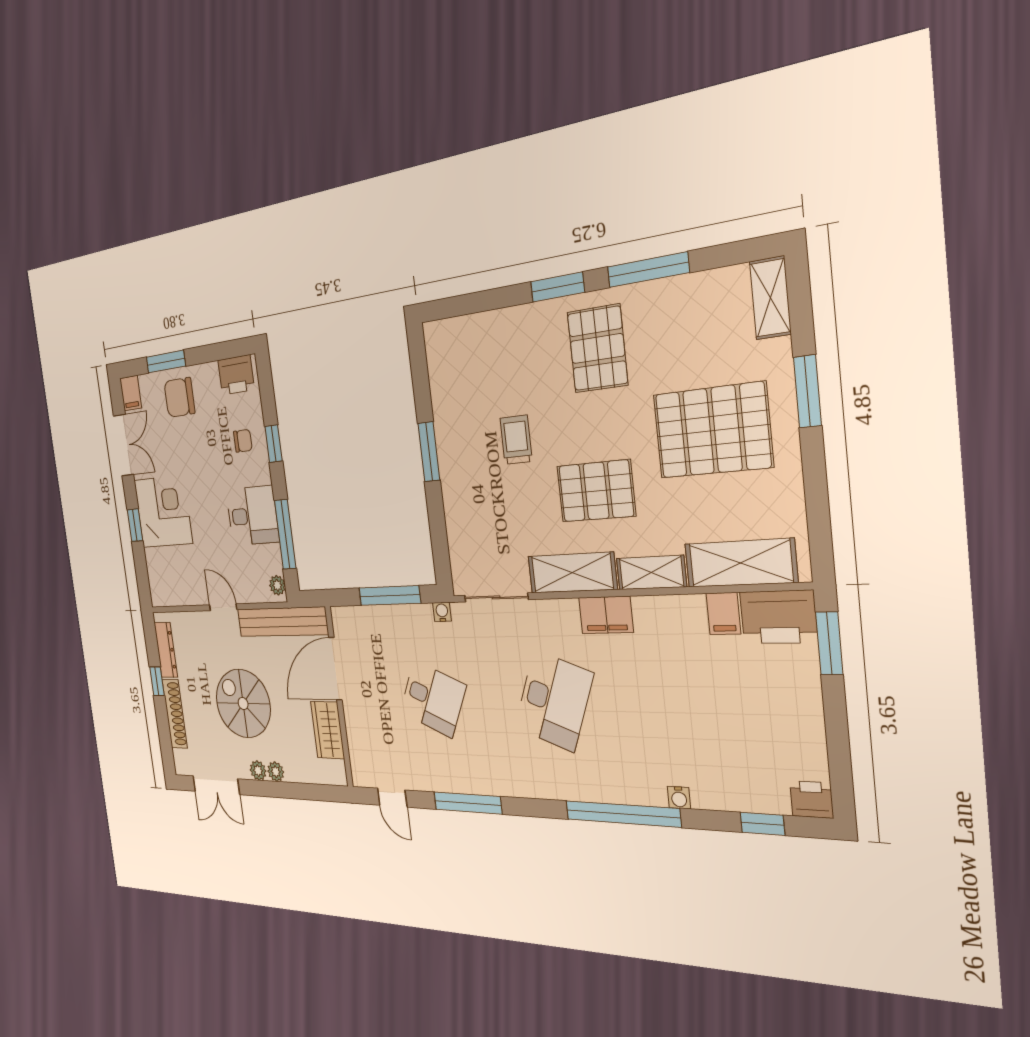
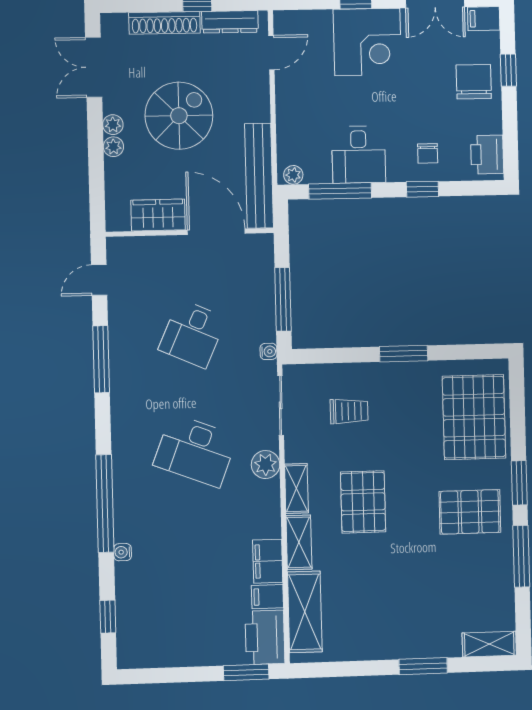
window: (166, 362) -> (508, 70), width x0.67
pallet: (712, 431) -> (474, 417), moved
trolley: (516, 440) -> (349, 411), moved
shelving: (572, 573) -> (296, 489), width x0.67, depth x0.75
door: (223, 607) -> (271, 53), moved
filing cabinet: (606, 615) -> (268, 561), moved
plant: (562, 616) -> (266, 465), added
printer: (812, 799) -> (130, 654), removed

